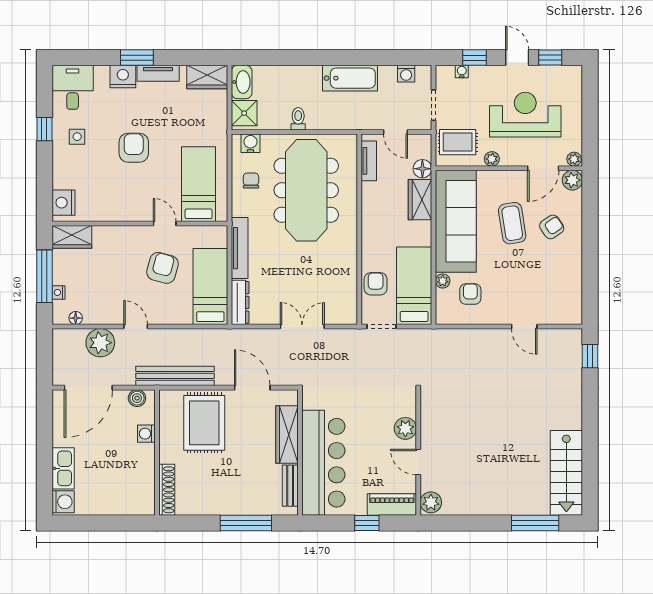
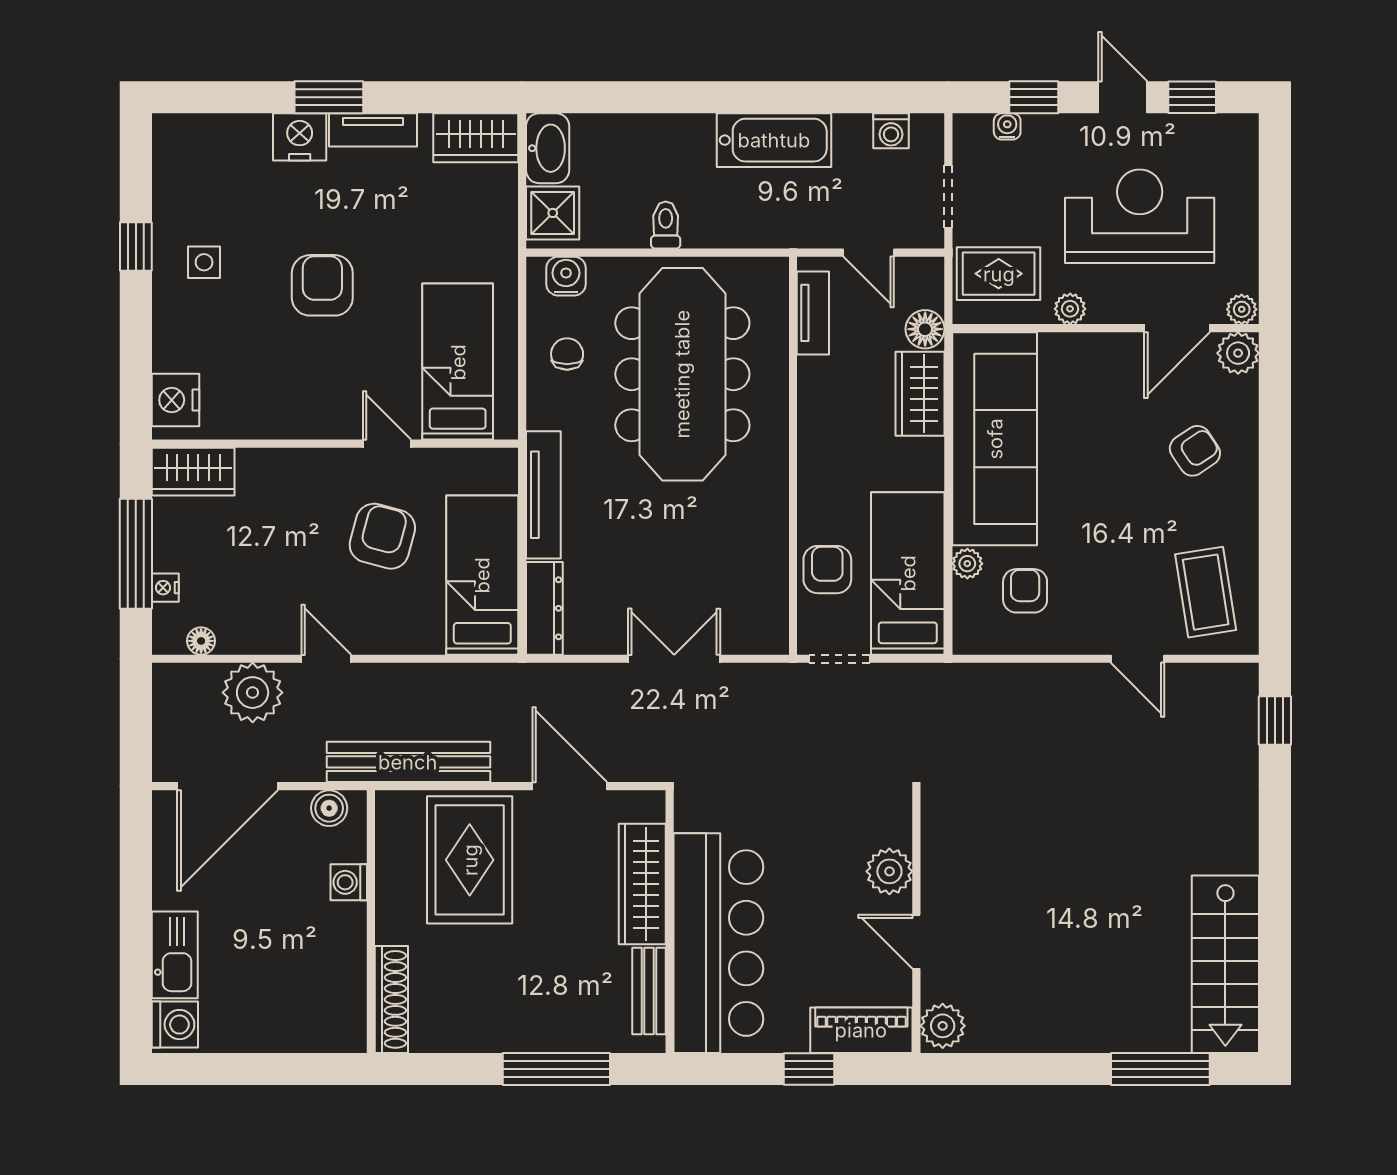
desk: (73, 87) -> (195, 159), removed
coffee table: (512, 223) -> (1206, 592), moved

